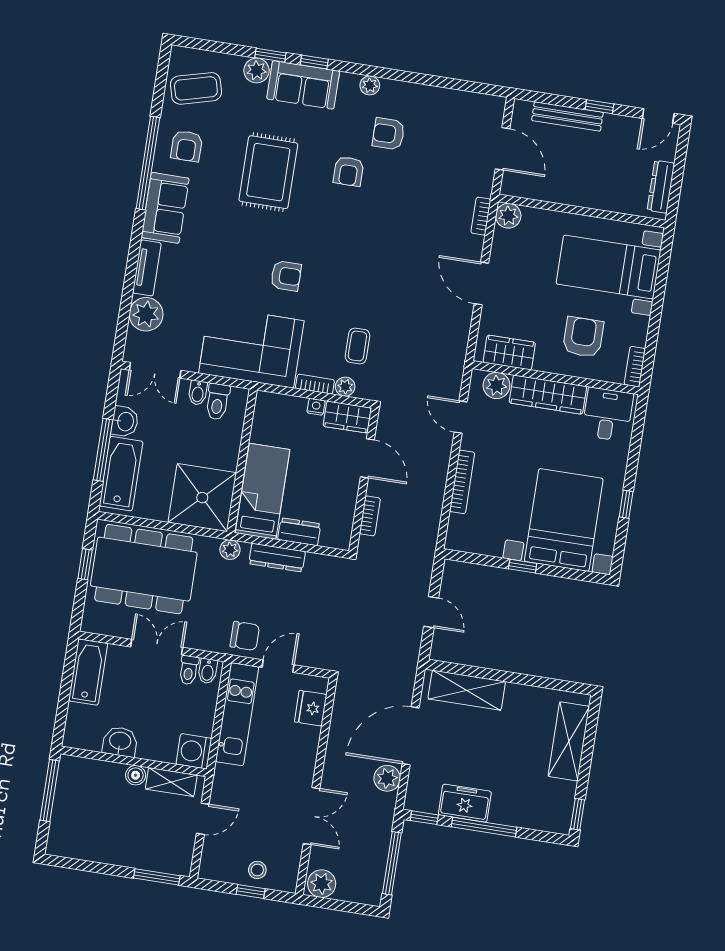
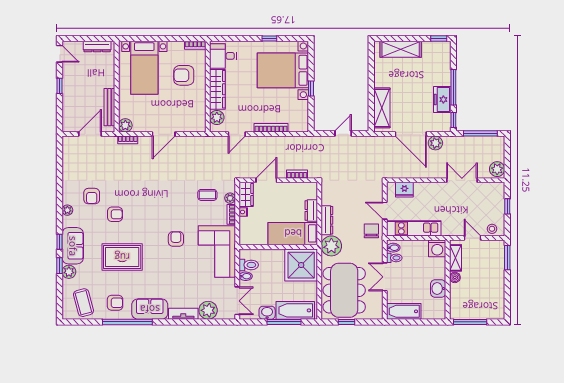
bench: (567, 116) -> (109, 107), moved
wardrobe: (509, 352) -> (198, 113), removed
plant: (230, 550) -> (331, 246), width x1.87, depth x1.87
stool: (257, 870) -> (492, 229), moved

